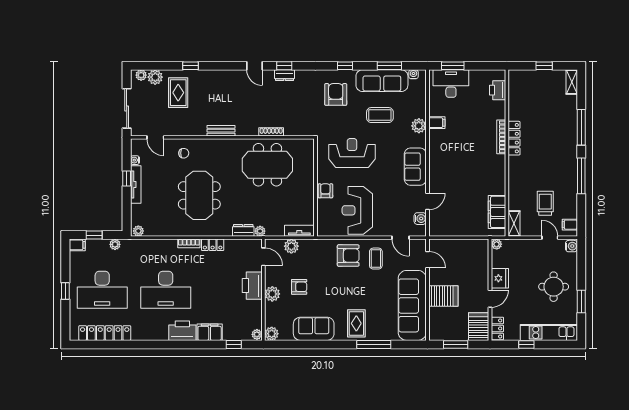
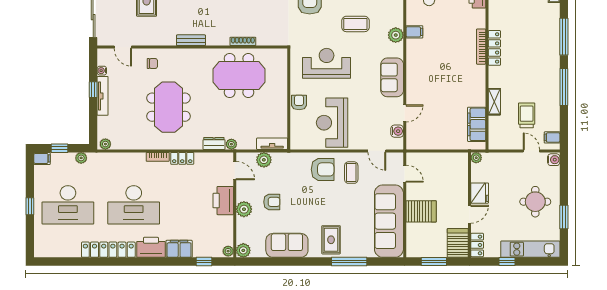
shelving: (514, 223) -> (494, 102), moved
locker: (105, 333) -> (108, 250), moved

